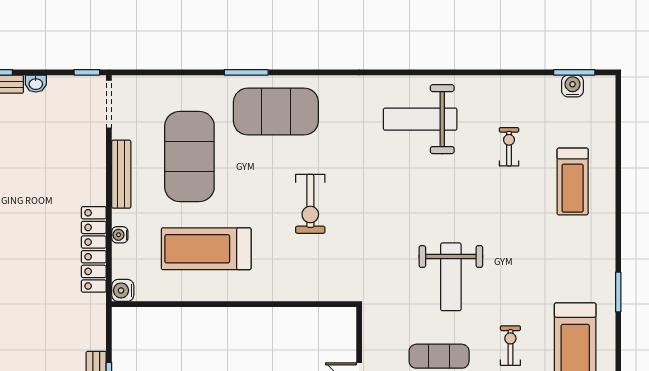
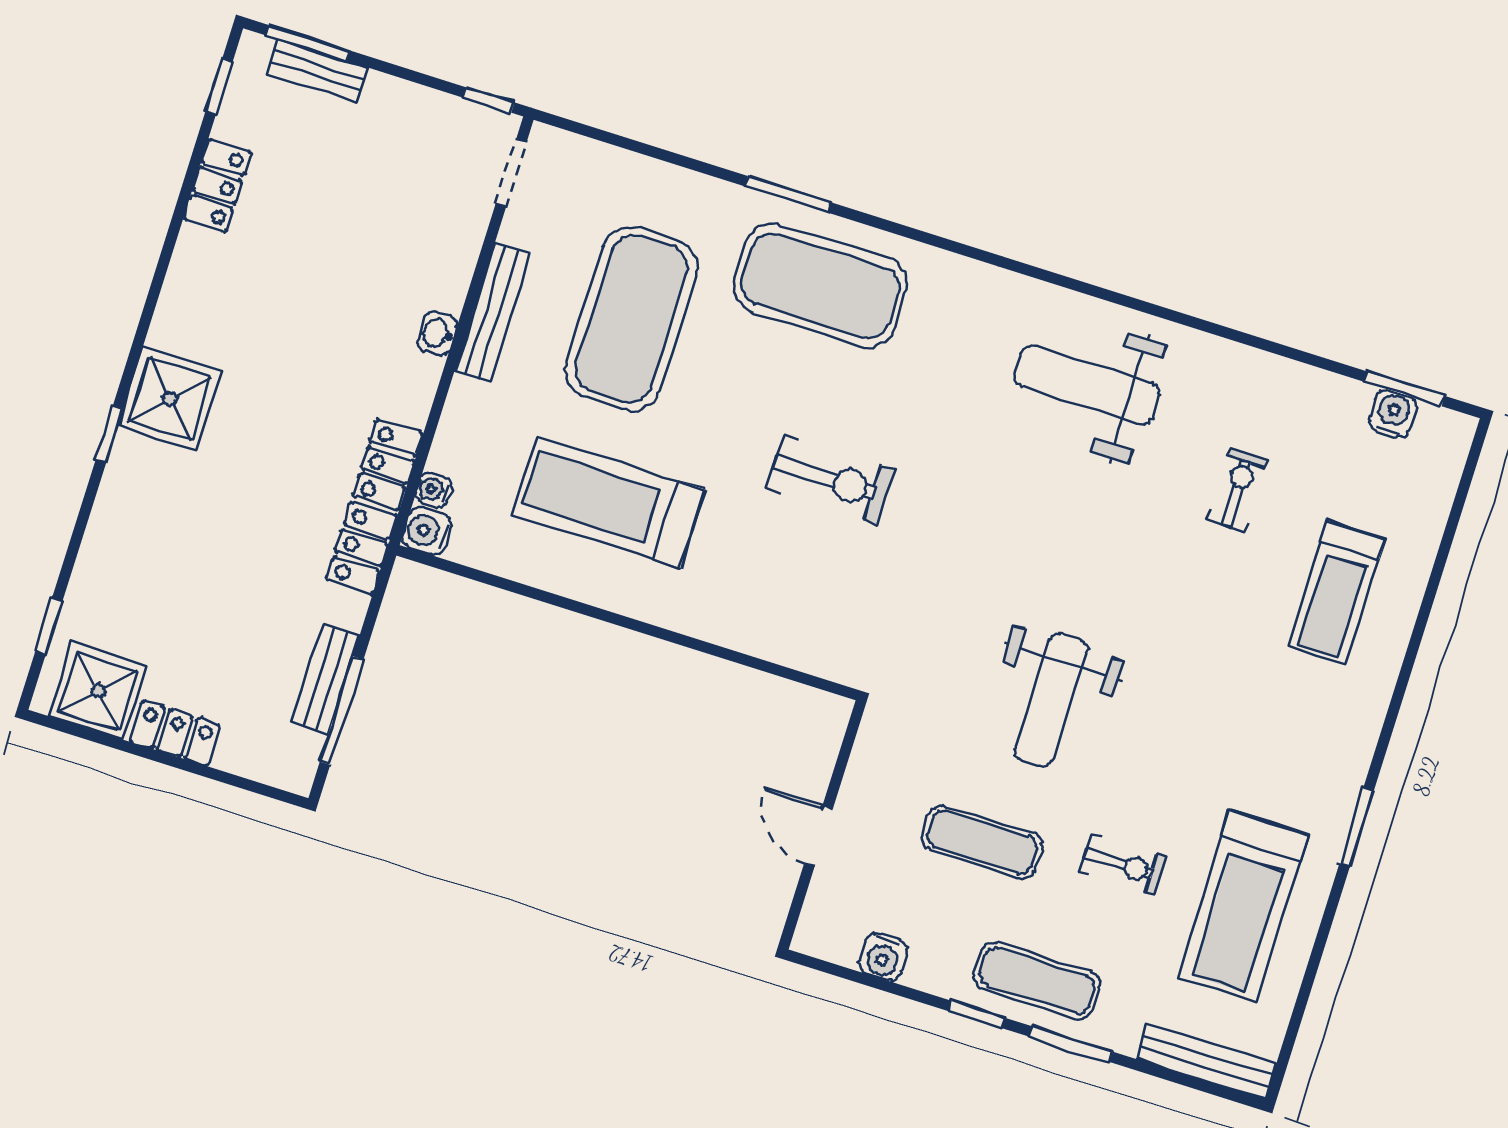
washbasin: (36, 84) -> (437, 333), moved, turned 90
doorway: (109, 104) -> (511, 173), width x0.73
exercise bike: (310, 204) -> (830, 479), turned -90
water cooler: (120, 235) -> (434, 490), moved
locker: (94, 249) -> (375, 506), moved
exercise bike: (510, 346) -> (1122, 864), turned 90

